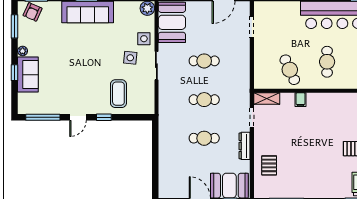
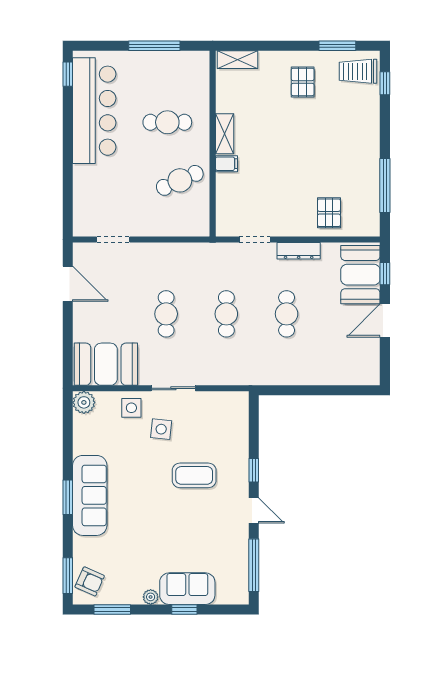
coffee table: (118, 94) -> (194, 475), moved
shelving: (267, 98) -> (225, 134), moved
pallet: (269, 165) -> (329, 213), turned 90

